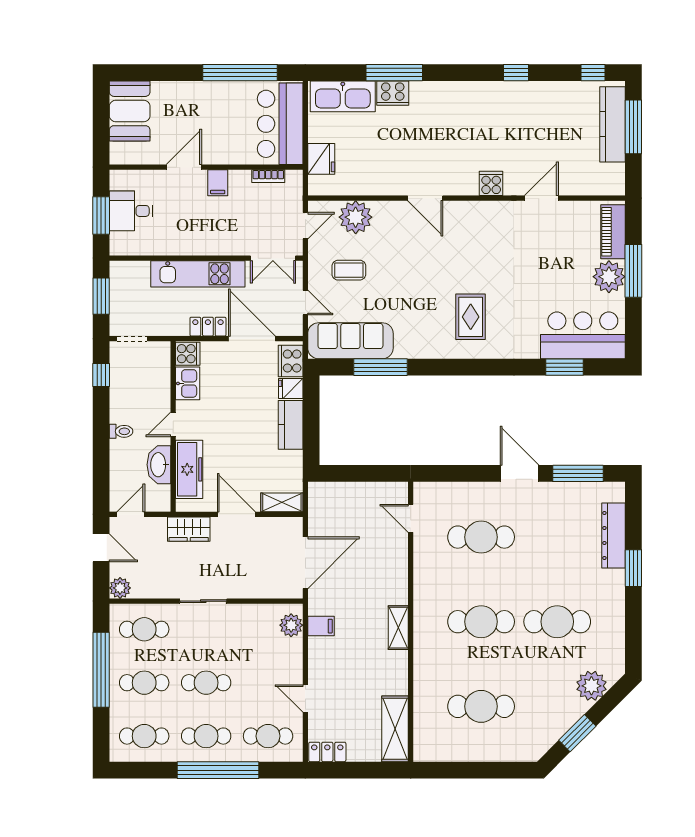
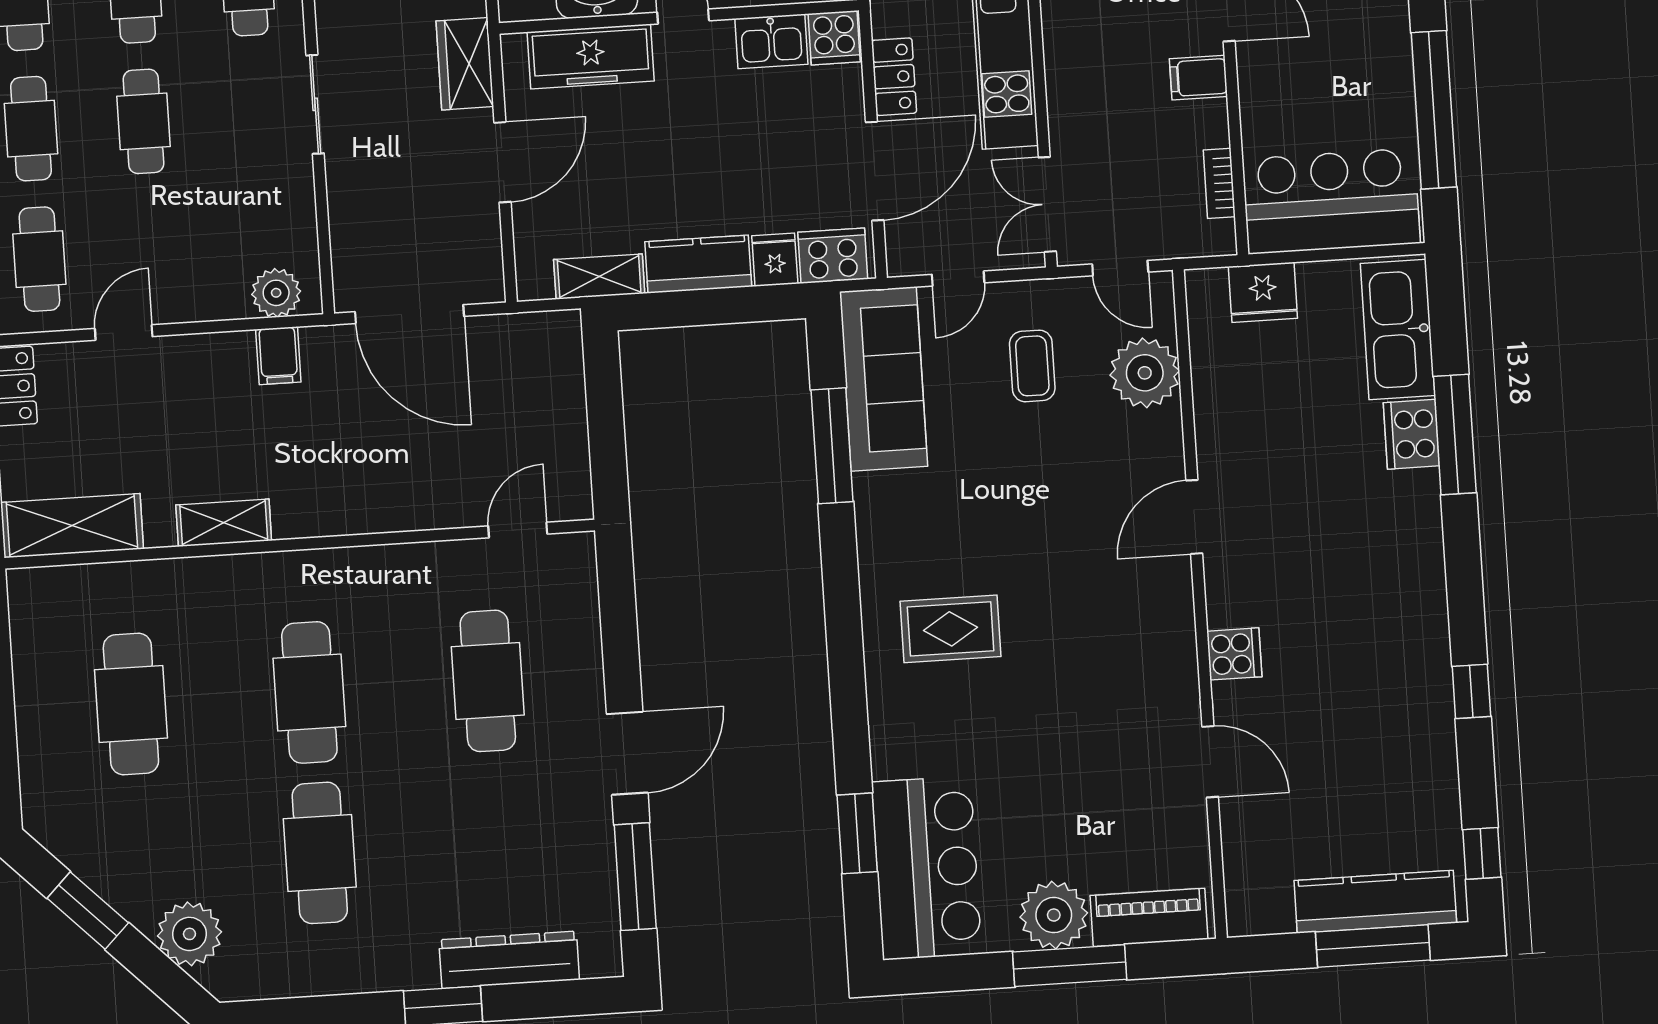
shelving: (282, 502) -> (599, 277), moved, turned 90
shelving: (398, 628) -> (224, 523), moved

